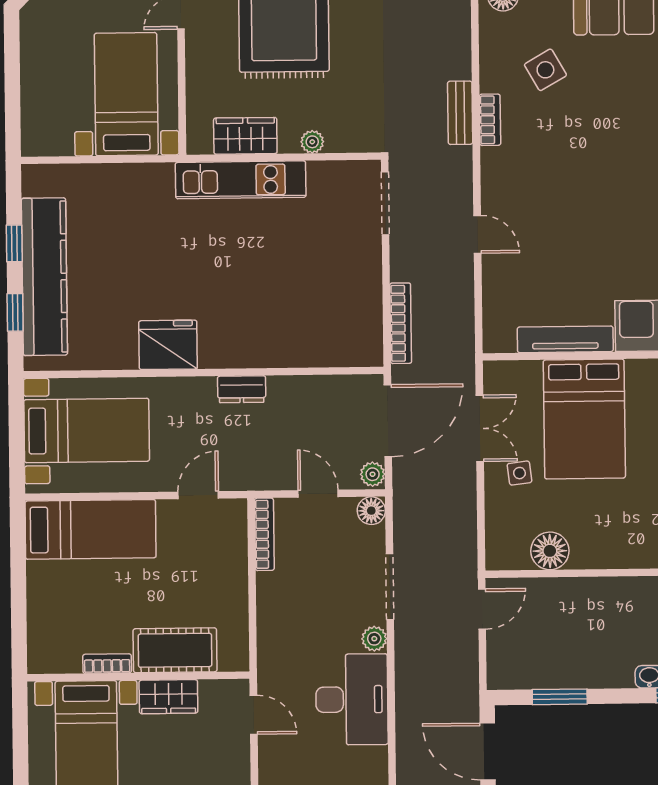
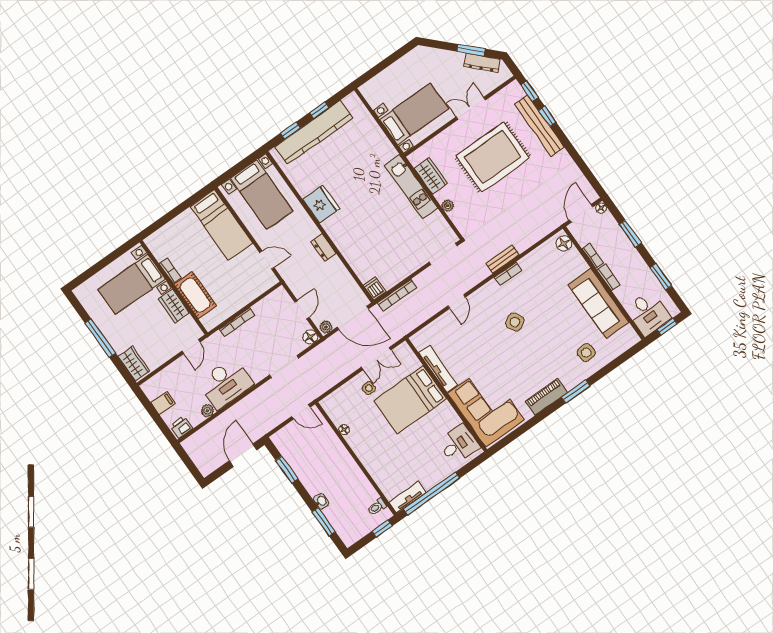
side table: (545, 70) -> (515, 322), moved
dishwasher: (365, 353) -> (375, 289), added
bookcase: (264, 534) -> (237, 322), moved
floor lamp: (550, 551) -> (344, 430), width x0.53, depth x0.53
plant: (374, 639) -> (207, 411), moved

